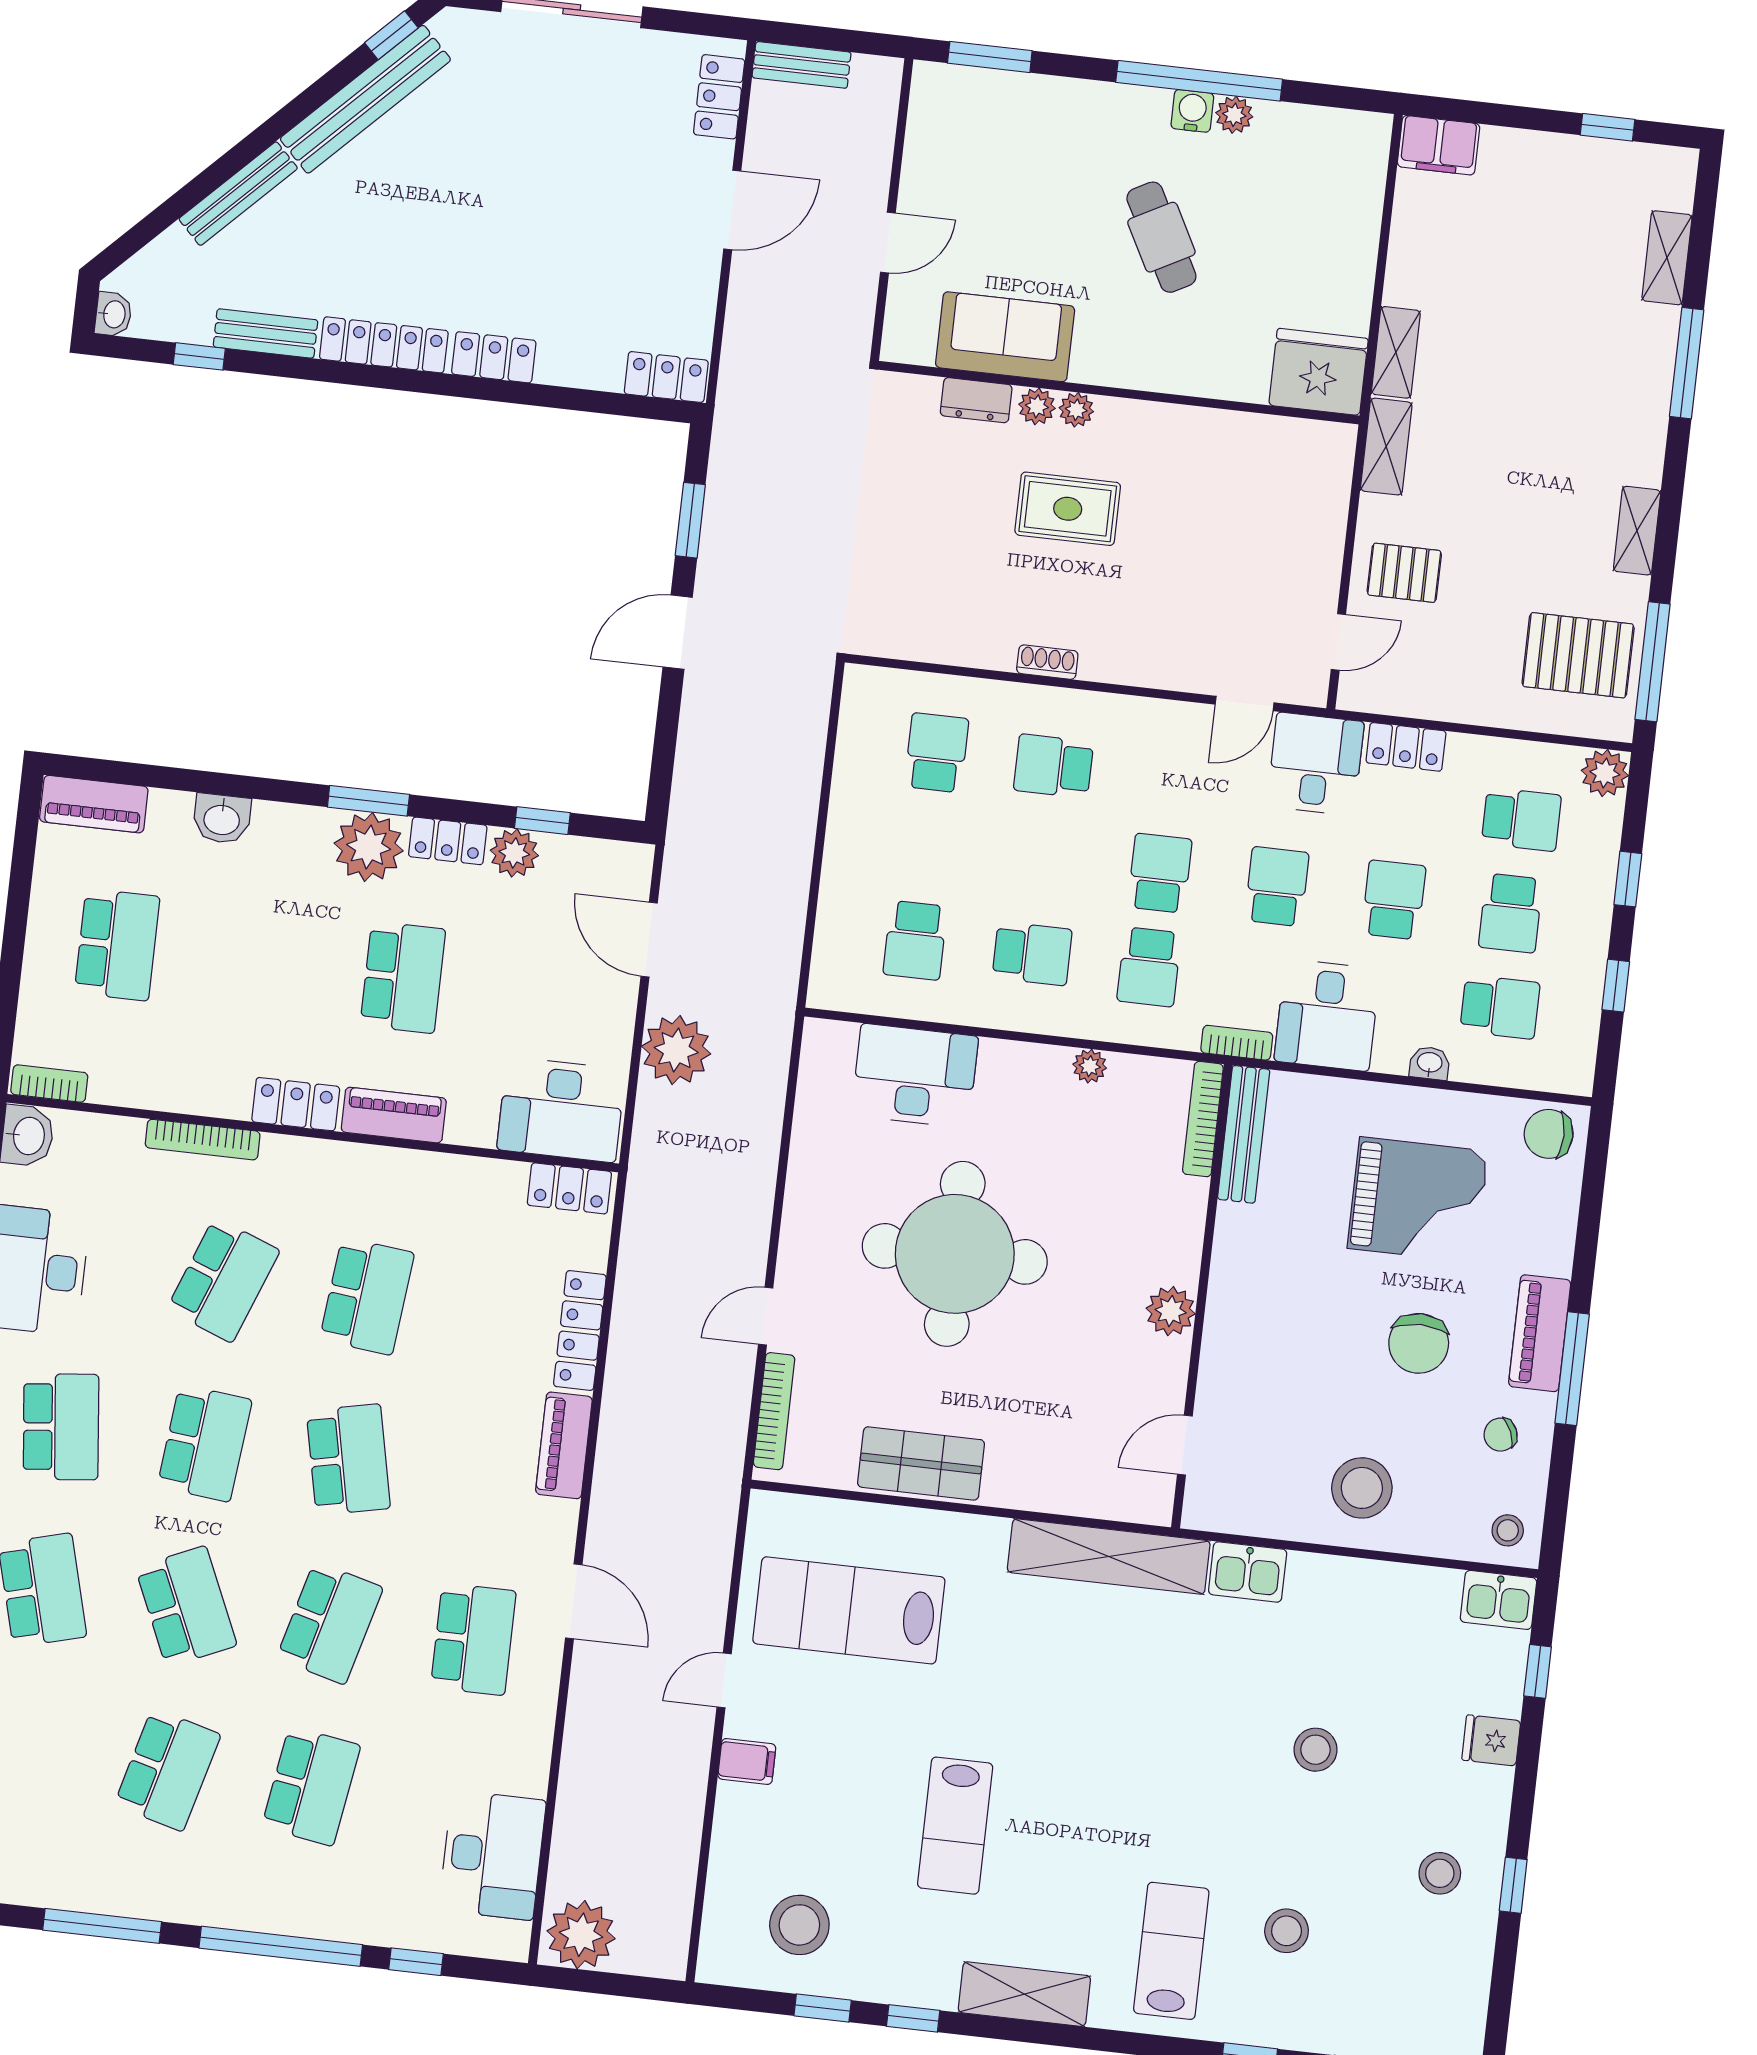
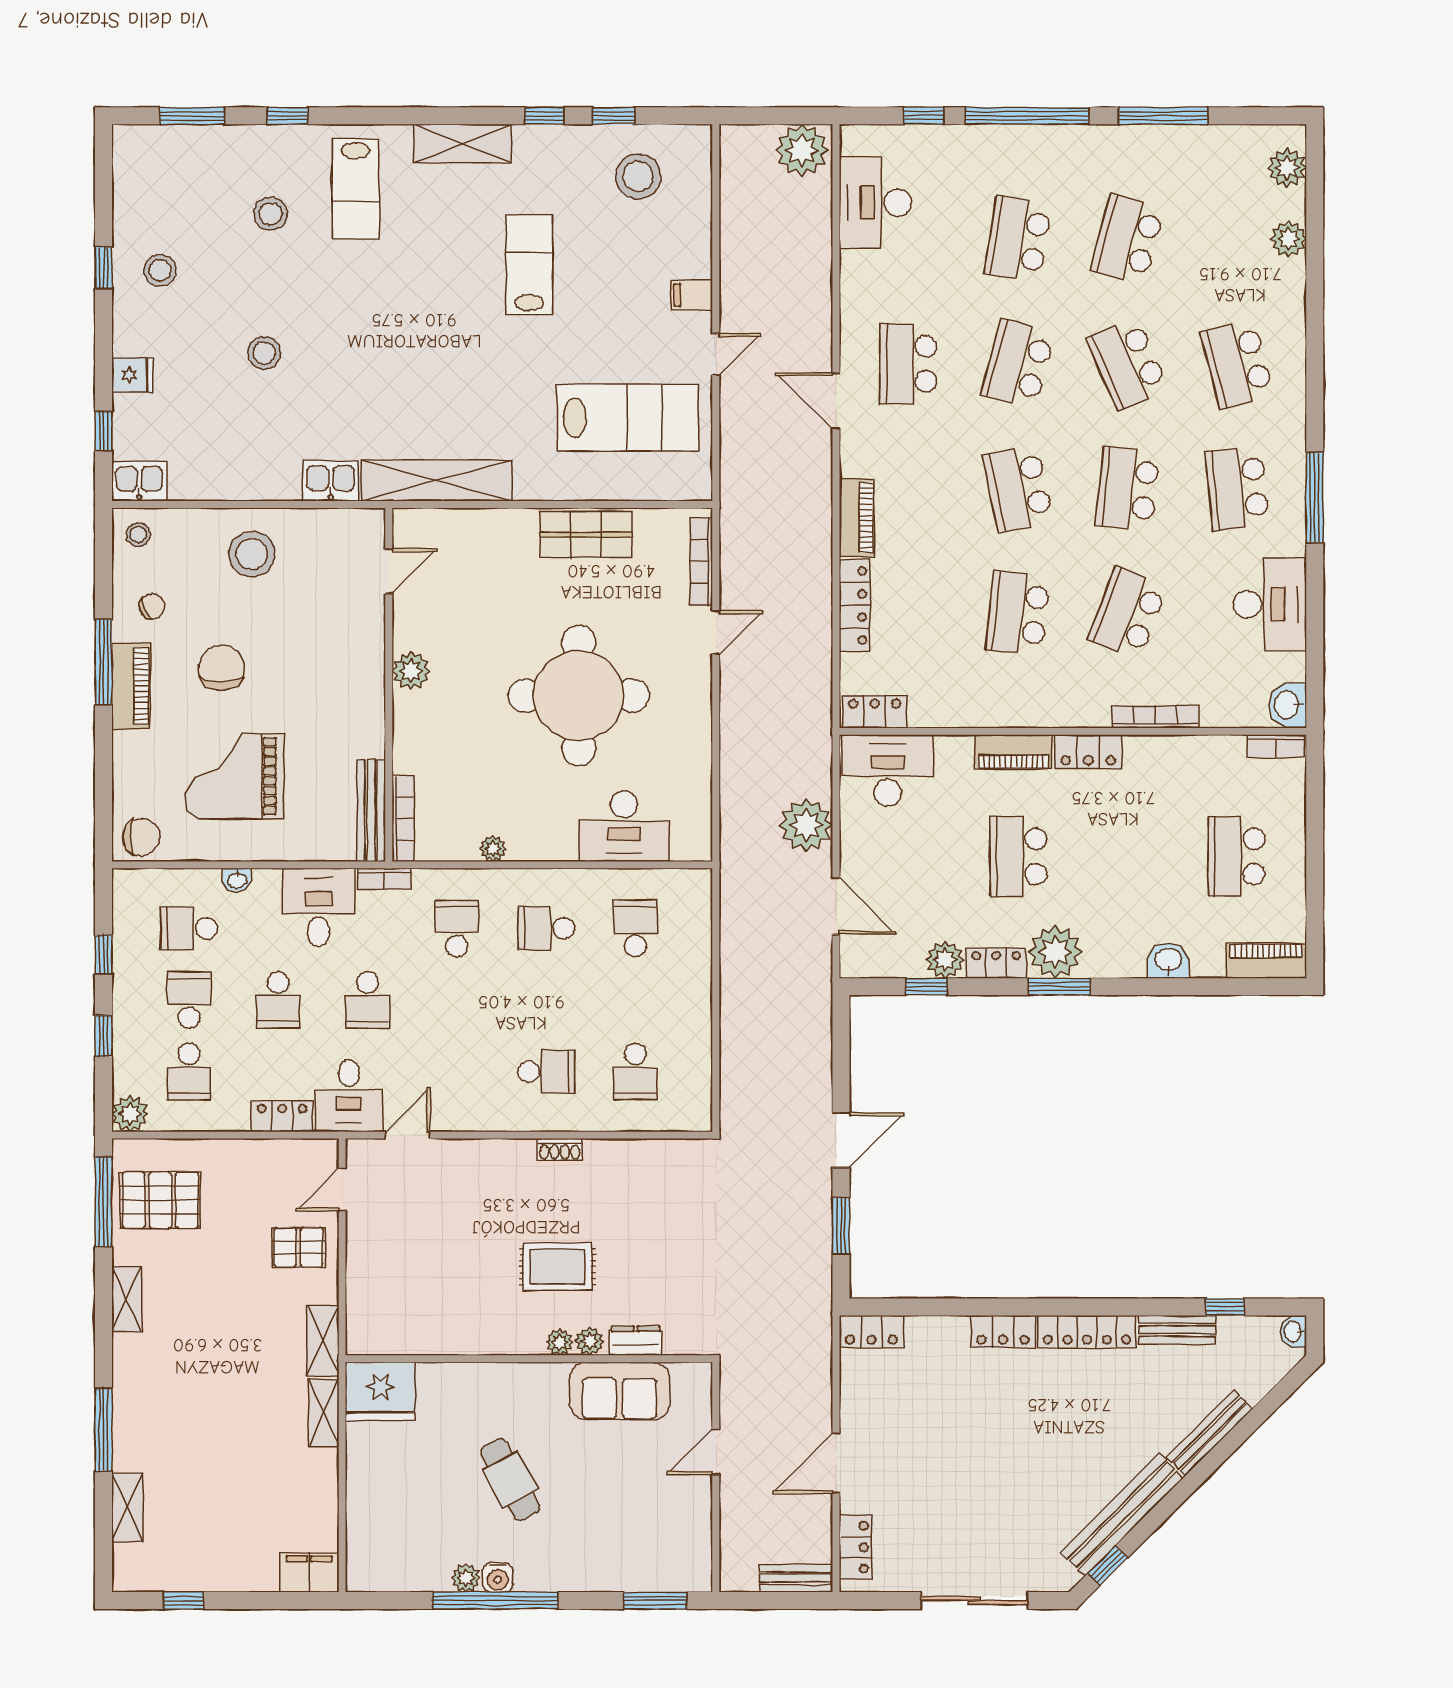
school desk: (1521, 819) -> (189, 1072), turned -90
school desk: (1160, 873) -> (457, 1000), removed

